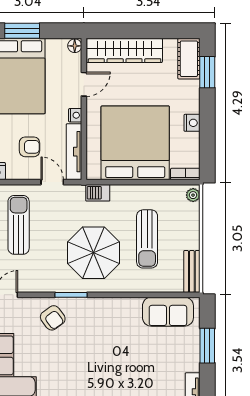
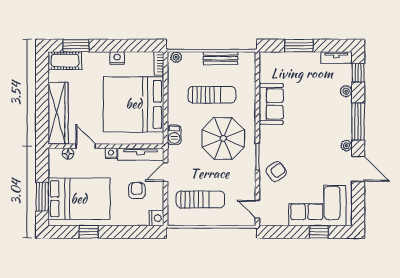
floor lamp: (75, 46) -> (68, 154), moved
sun lounger: (19, 225) -> (200, 199), turned 180
bench: (192, 271) -> (221, 58), moved
sofa: (168, 312) -> (271, 104), moved

